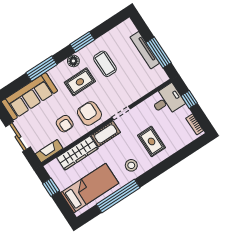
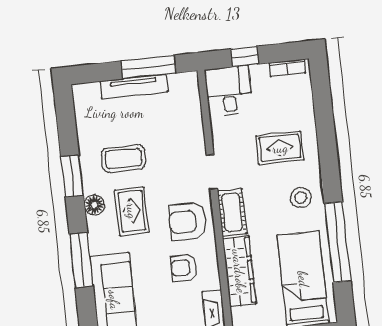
armchair: (65, 124) -> (184, 268), turned 180

